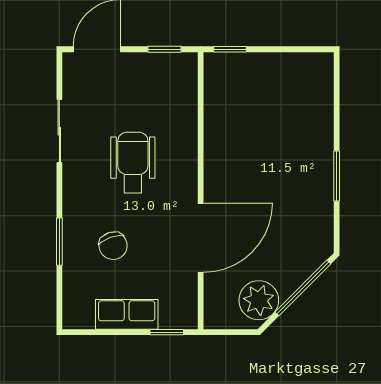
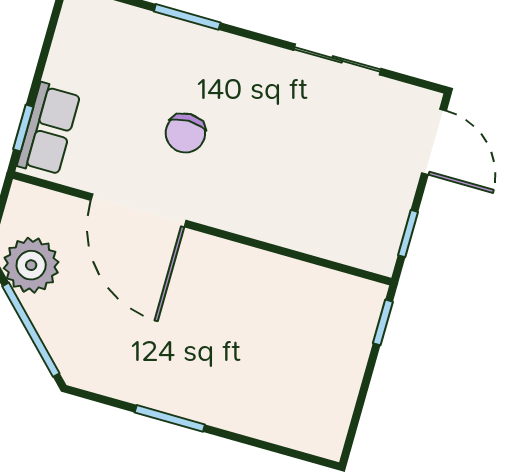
wheelchair: (133, 163) -> (266, 147), removed
chair: (113, 246) -> (185, 133), moved, turned -71
row of seats: (127, 314) -> (49, 129), moved

